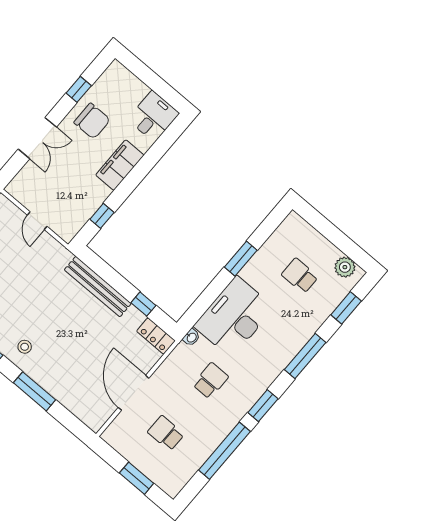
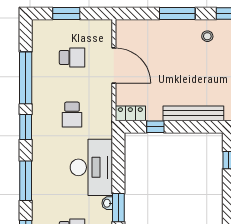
washbasin: (191, 337) -> (107, 203), moved

